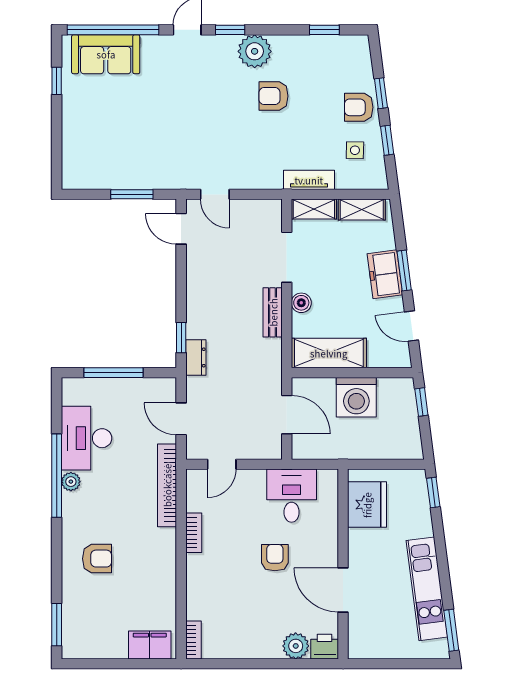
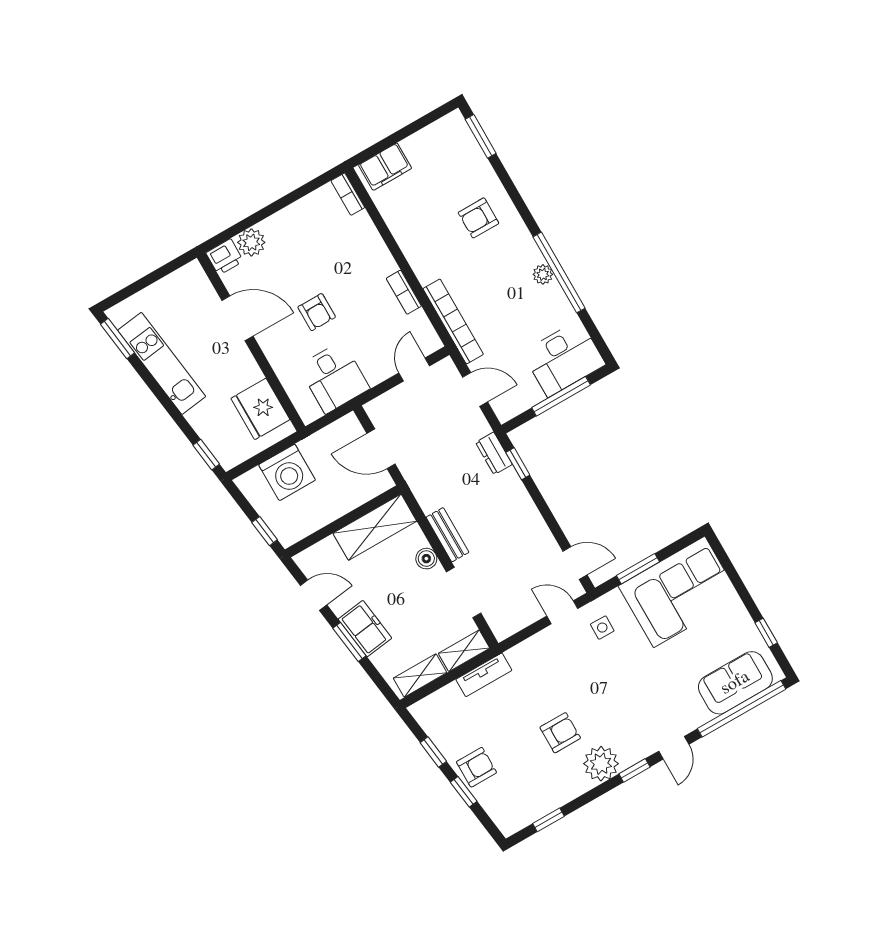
side table: (355, 150) -> (602, 628), moved
corner sofa: (109, 156) -> (679, 592), added
washing machine: (356, 397) -> (287, 472), moved, turned 180
desk: (86, 438) -> (564, 358), moved, turned 90

